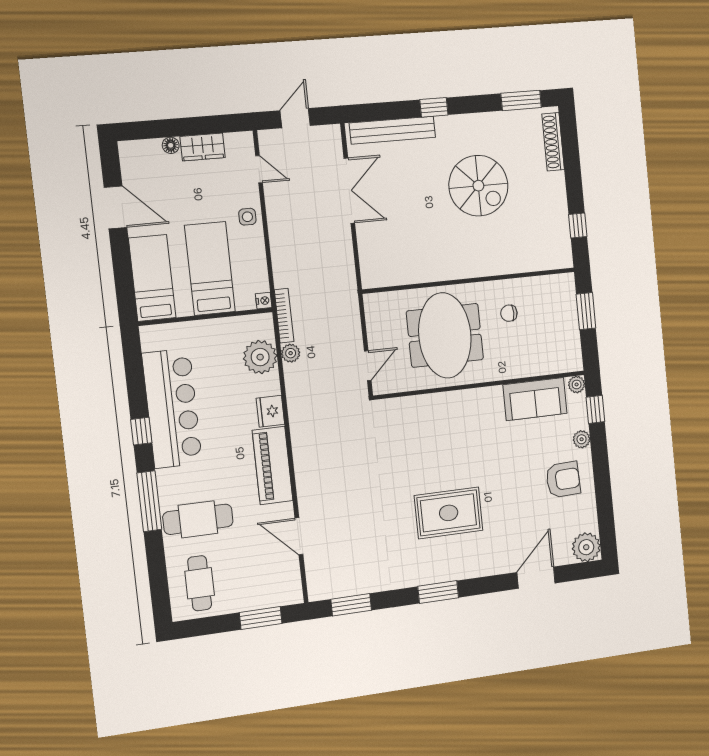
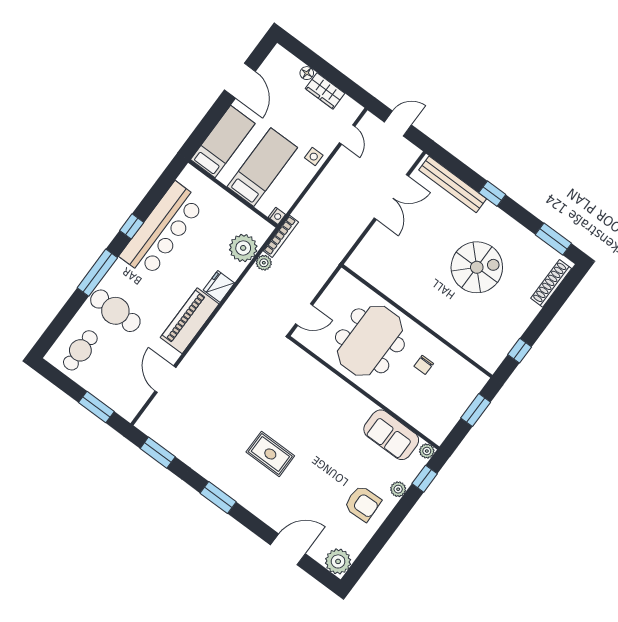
spiral stairs: (478, 186) -> (477, 267), turned -90
chair: (509, 313) -> (424, 365), turned -90
rug: (449, 513) -> (270, 454), width x0.73, depth x0.70

